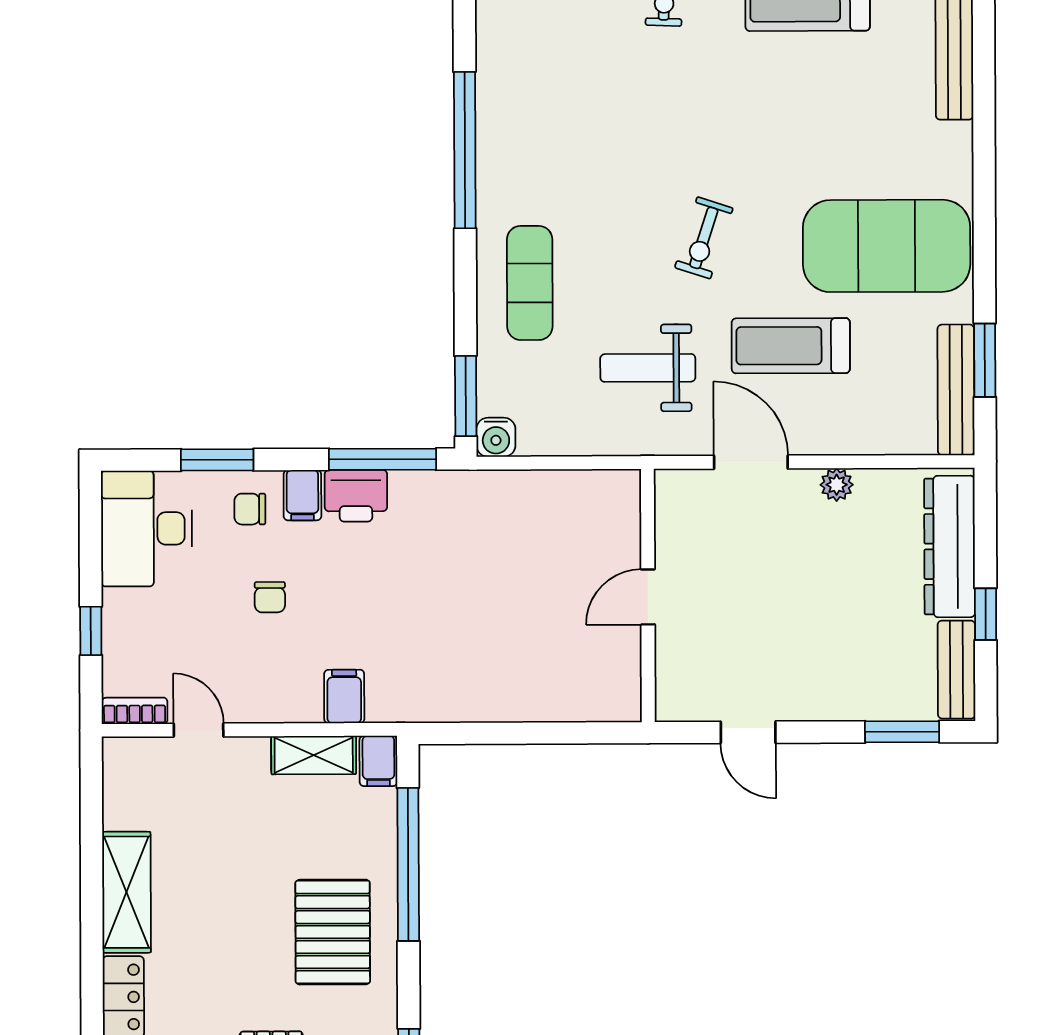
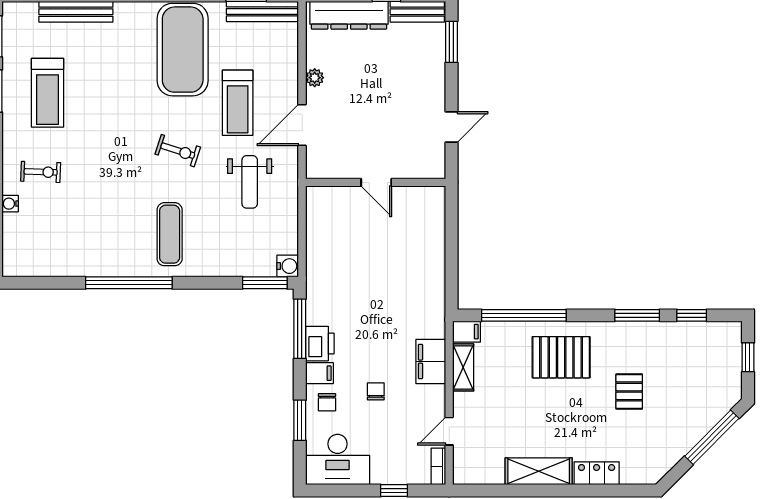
exercise mat: (530, 283) -> (170, 234), moved, turned 90
chair: (270, 597) -> (376, 391), turned -90
filing cabinet: (344, 696) -> (431, 362), width x2.00

